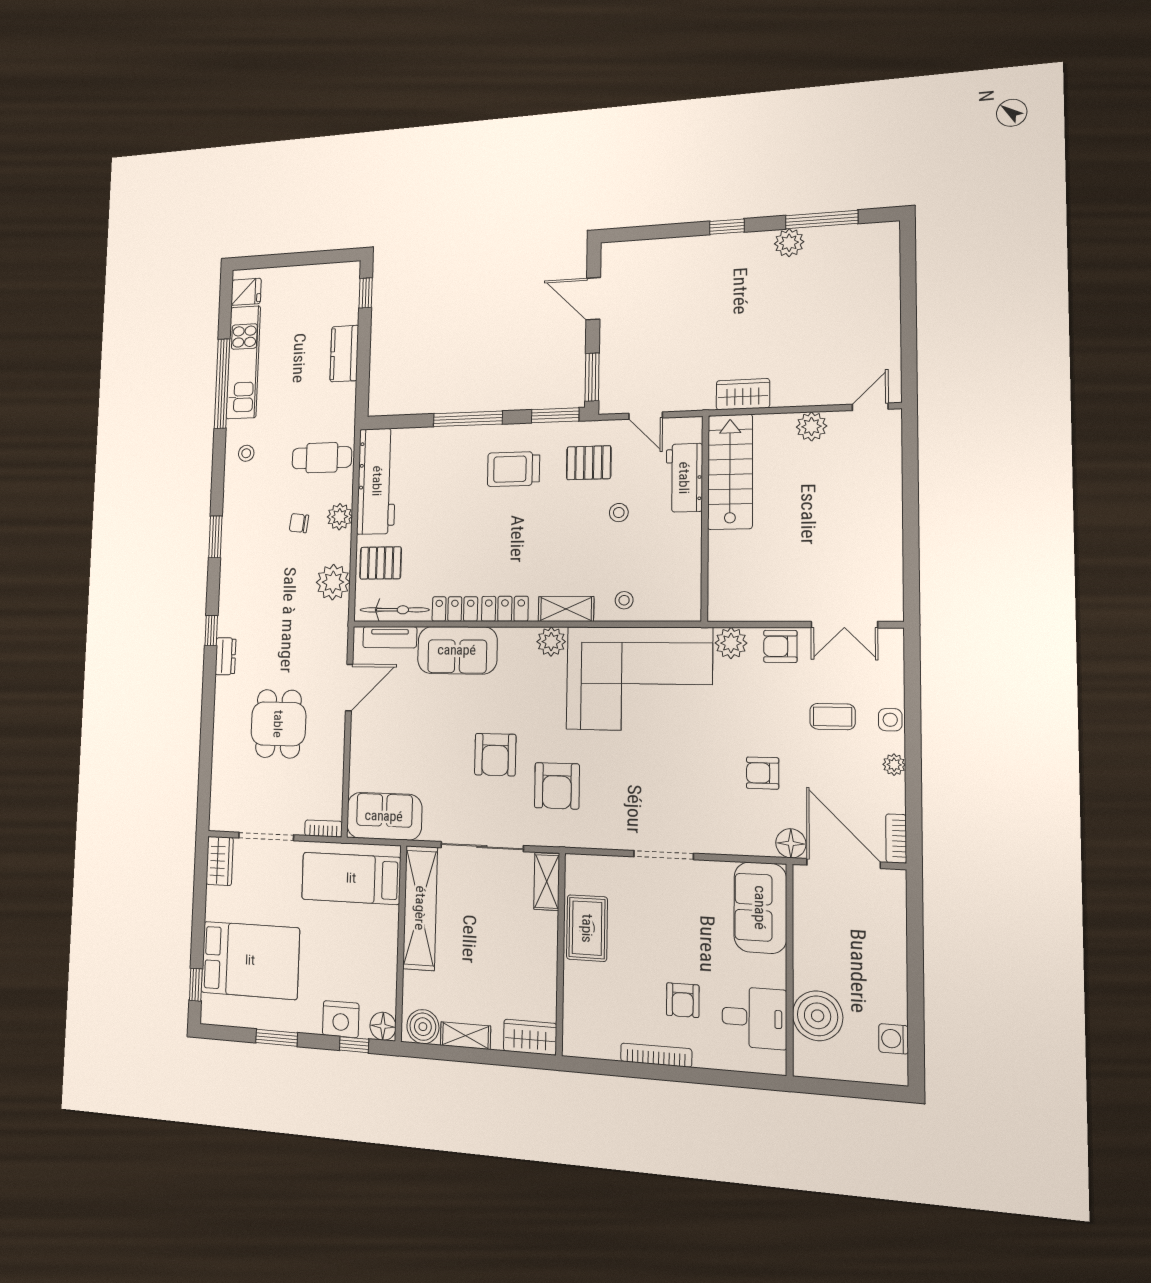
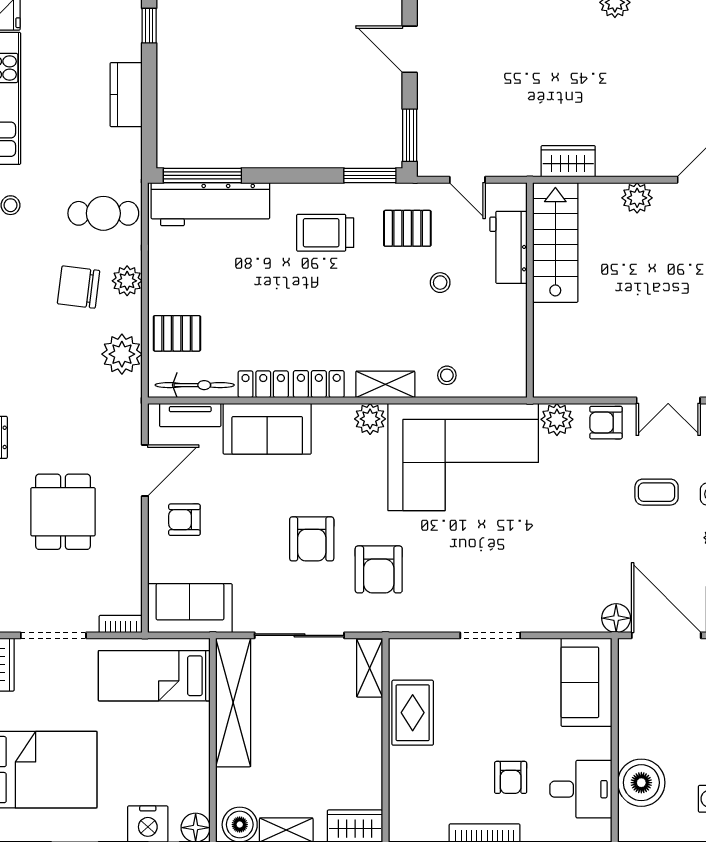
window: (468, 419) -> (202, 175), moved
workbench: (377, 481) -> (210, 204), moved, turned 90
chair: (299, 523) -> (79, 287), width x1.87, depth x1.87
armchair: (763, 773) -> (184, 520), moved

